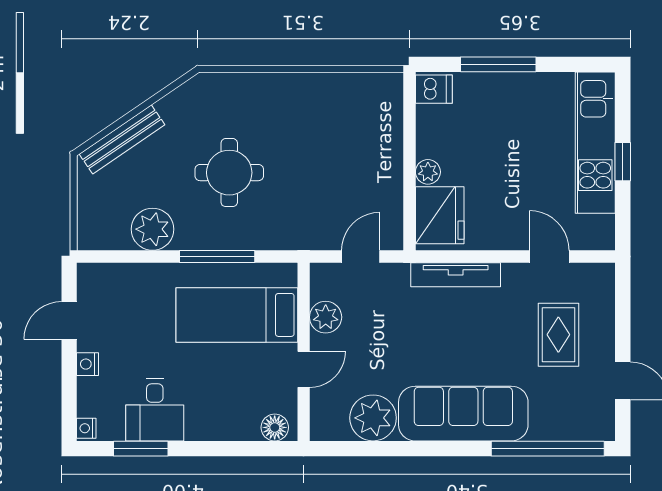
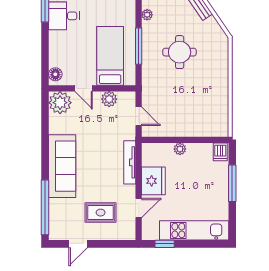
window: (623, 162) -> (165, 244), moved
fridge: (440, 215) -> (153, 181), moved, turned -90
plant: (153, 229) -> (147, 15), width x0.53, depth x0.53
plant: (373, 418) -> (60, 103), moved

